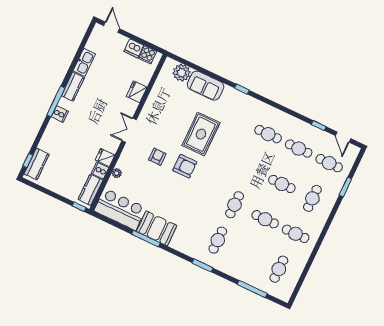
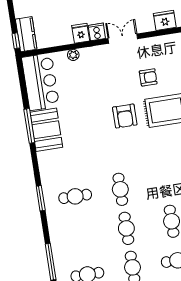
armchair: (157, 157) -> (148, 77), moved
cooker: (100, 170) -> (97, 32), moved
kitchen counter: (90, 190) -> (26, 34), moved, turned 90
cafe table: (235, 205) -> (120, 189), turned 90

